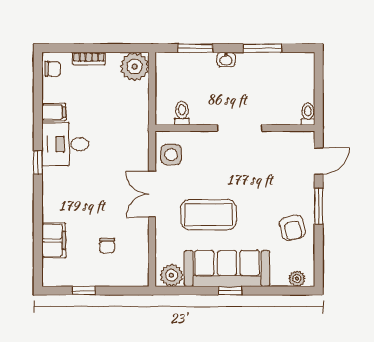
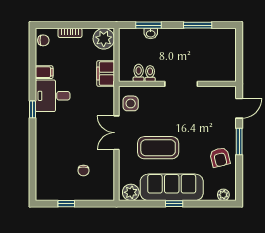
washbasin: (226, 59) -> (151, 33), moved
toilet: (308, 114) -> (150, 74), moved
filing cabinet: (54, 240) -> (106, 73), moved, turned 180

